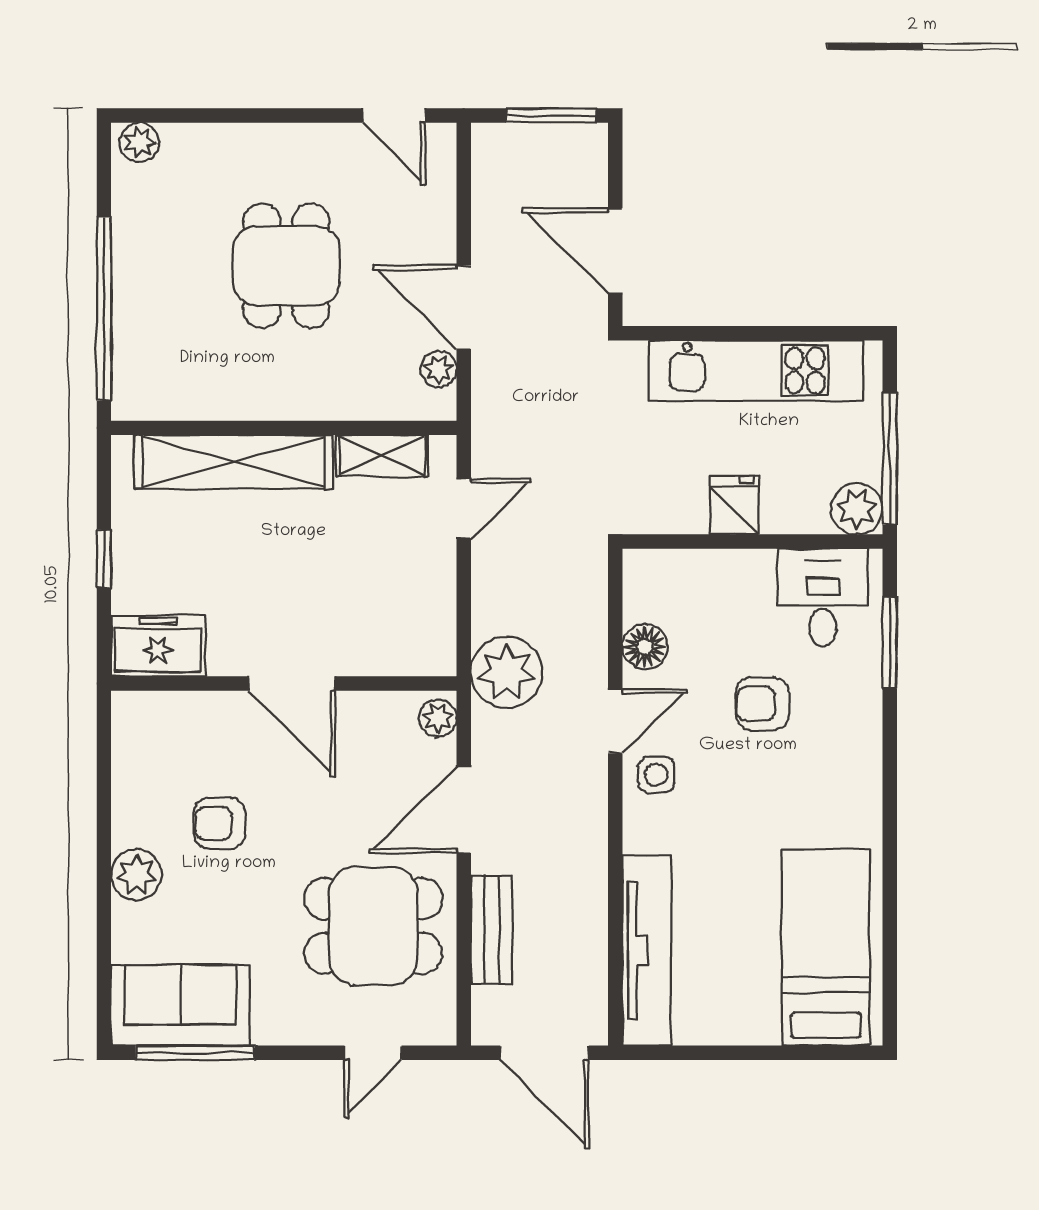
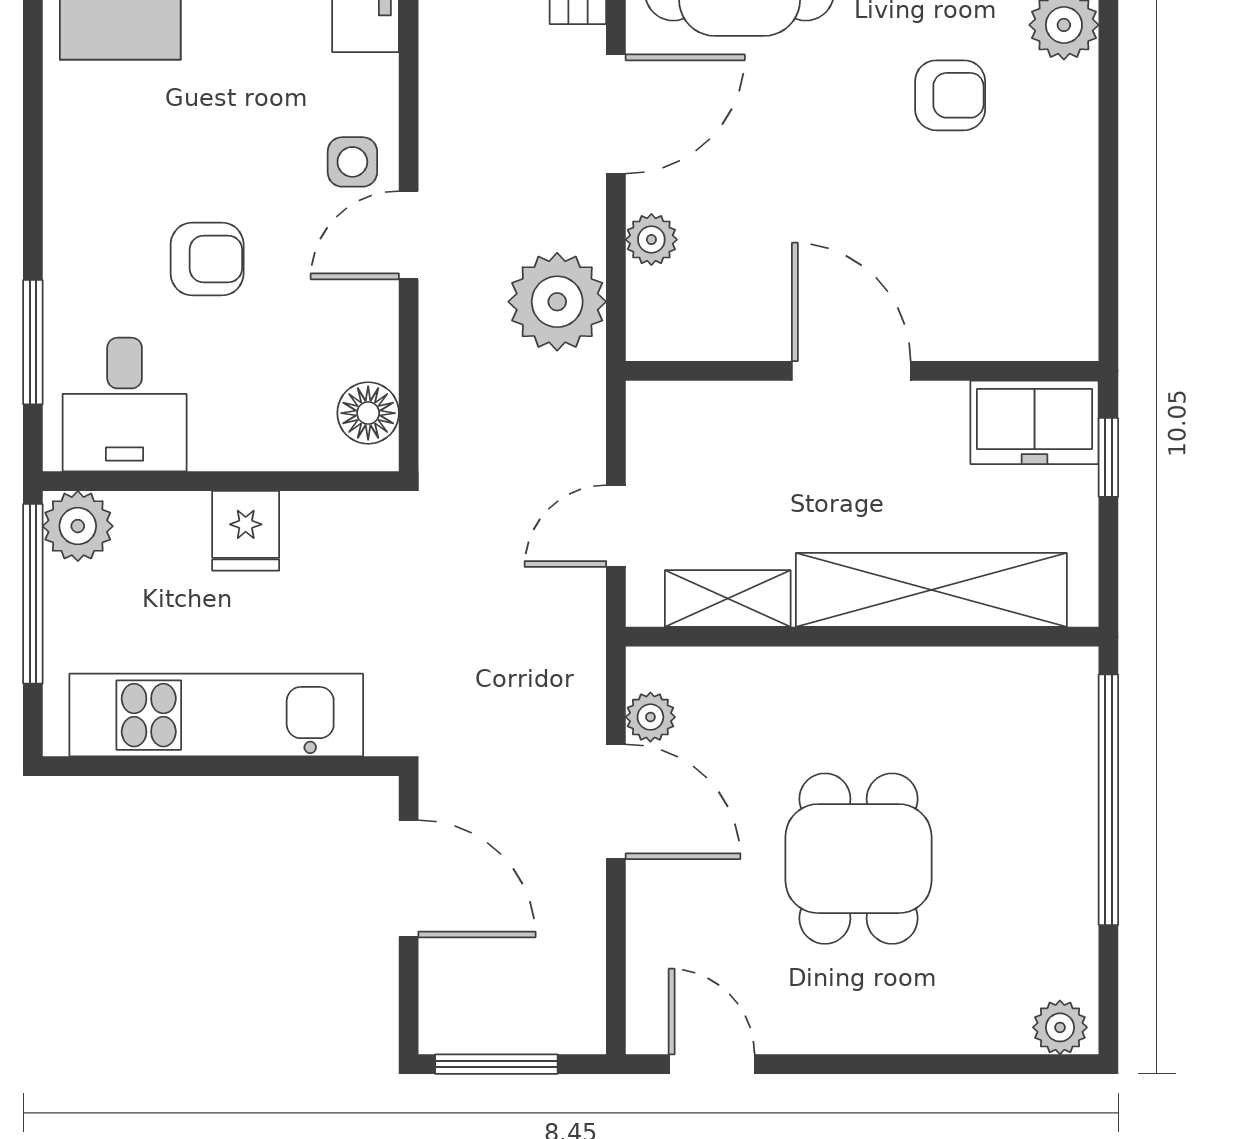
freezer: (158, 646) -> (1035, 422), moved
floor lamp: (645, 647) -> (368, 413), moved
wall: (284, 684) -> (862, 371), moved
door: (292, 684) -> (851, 371), moved

